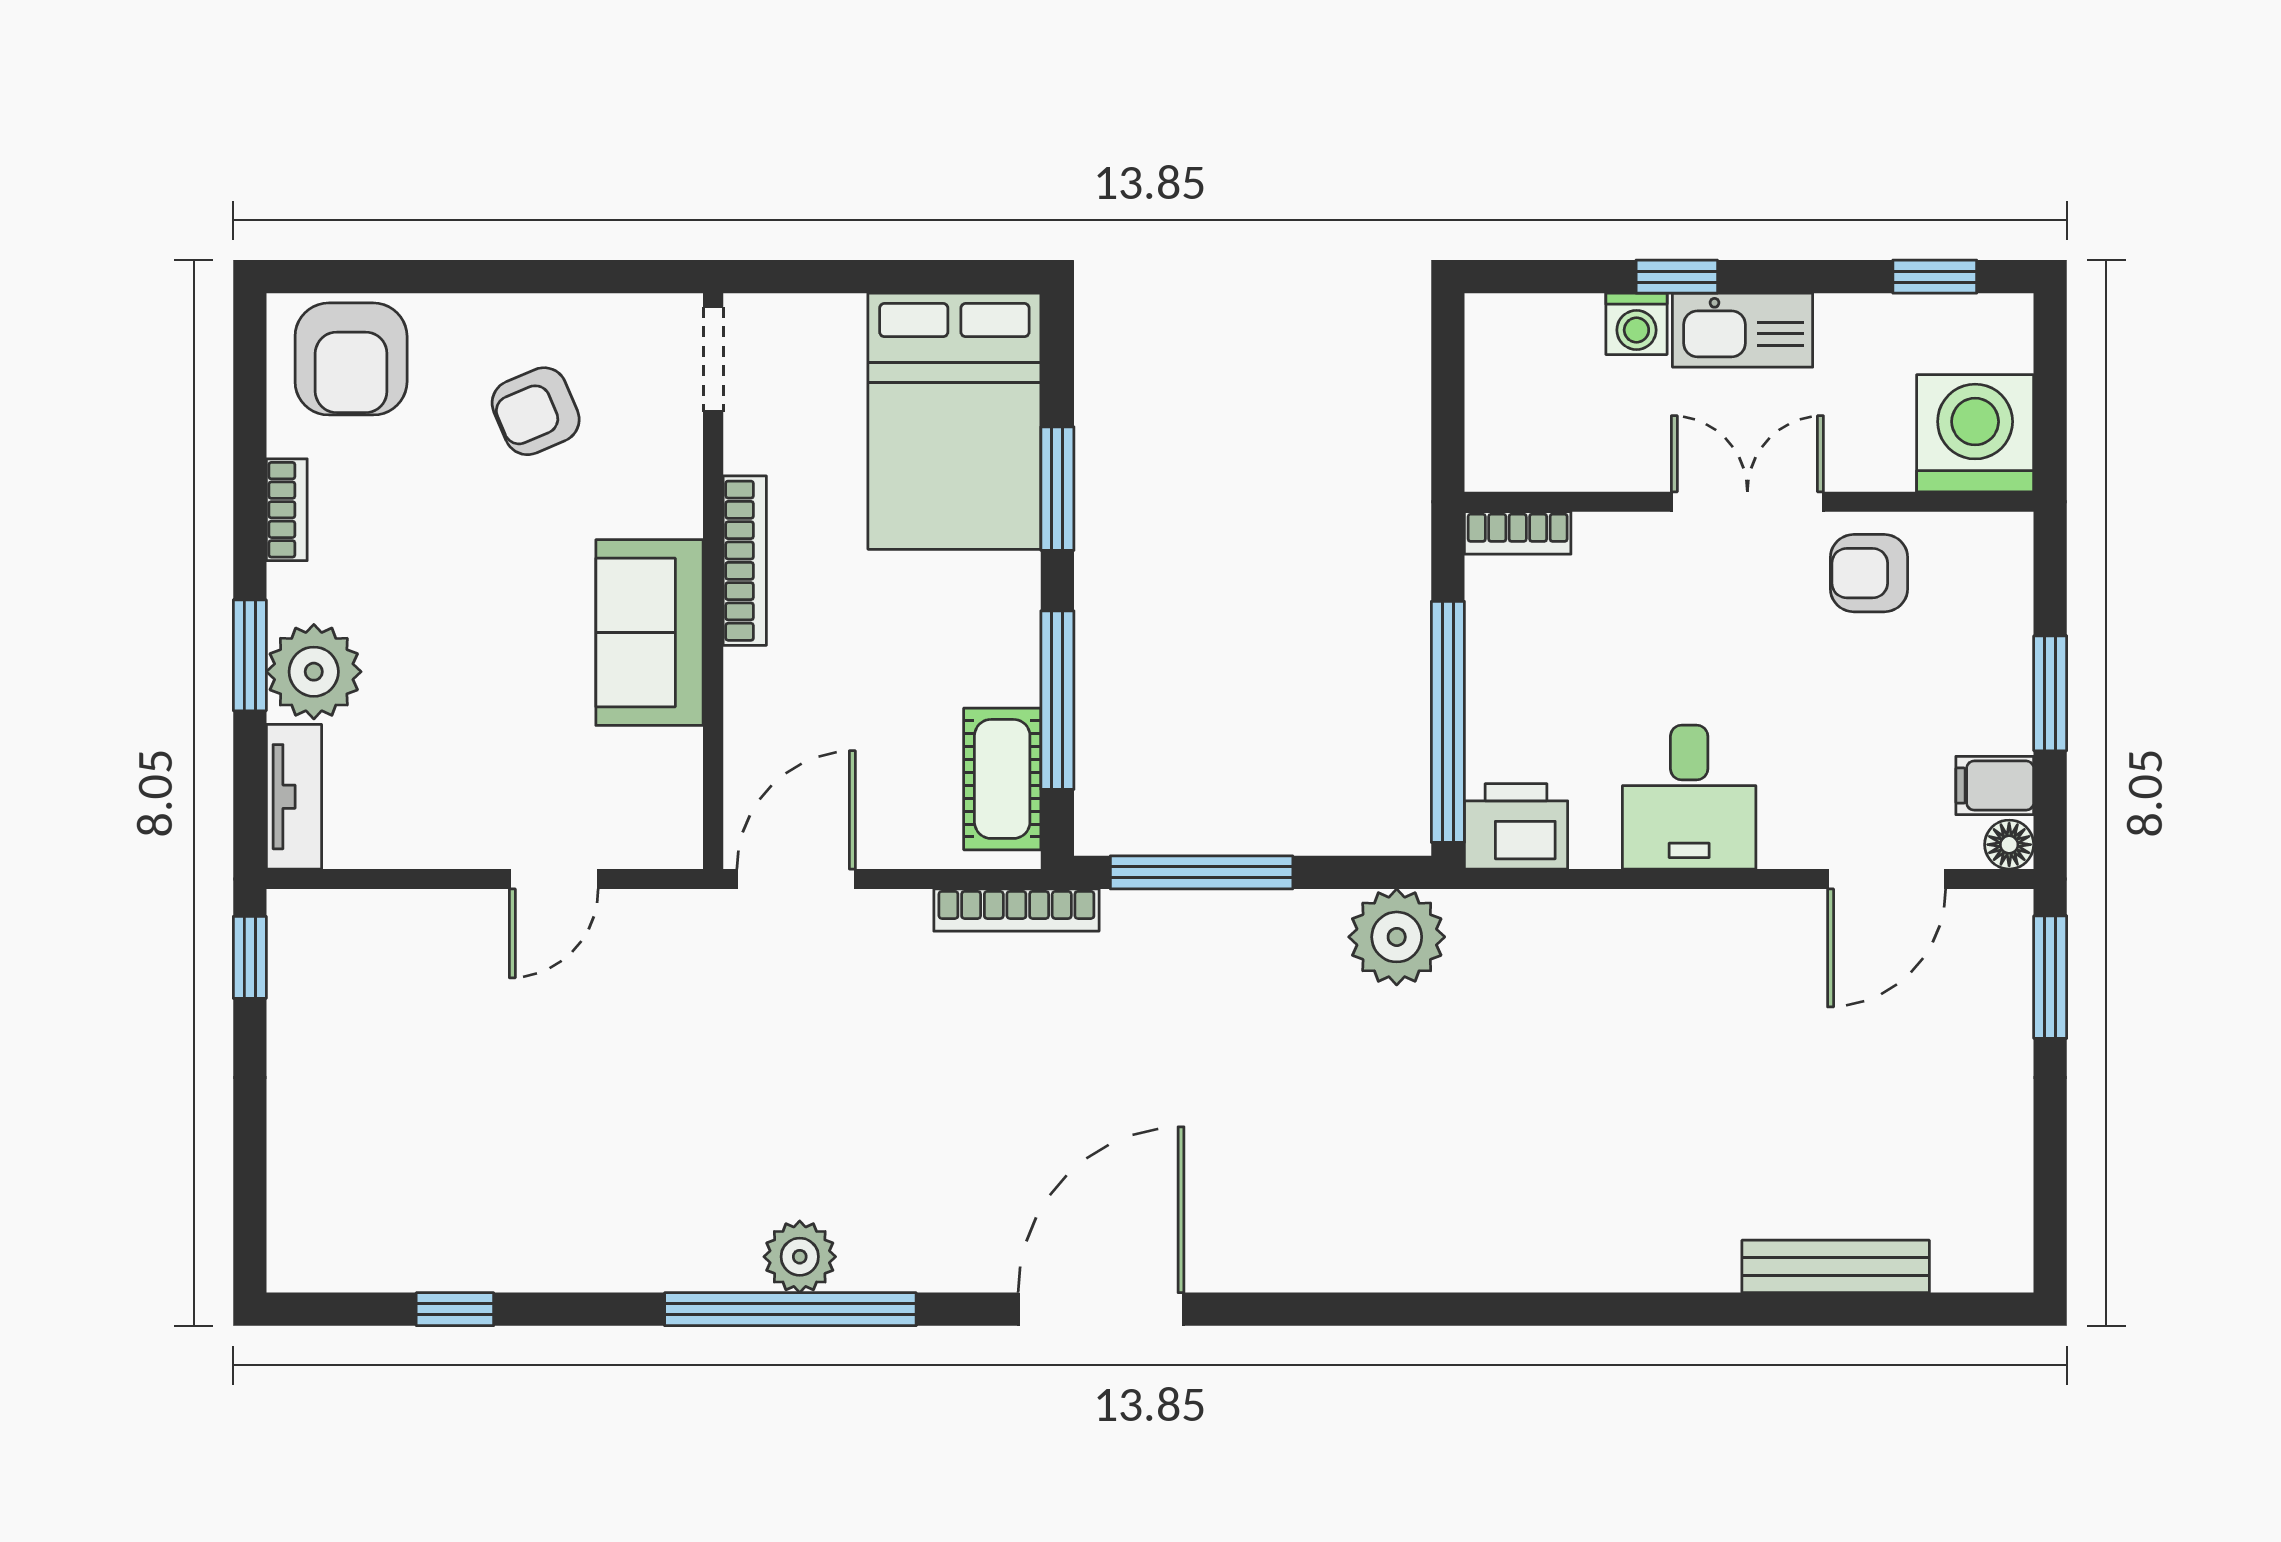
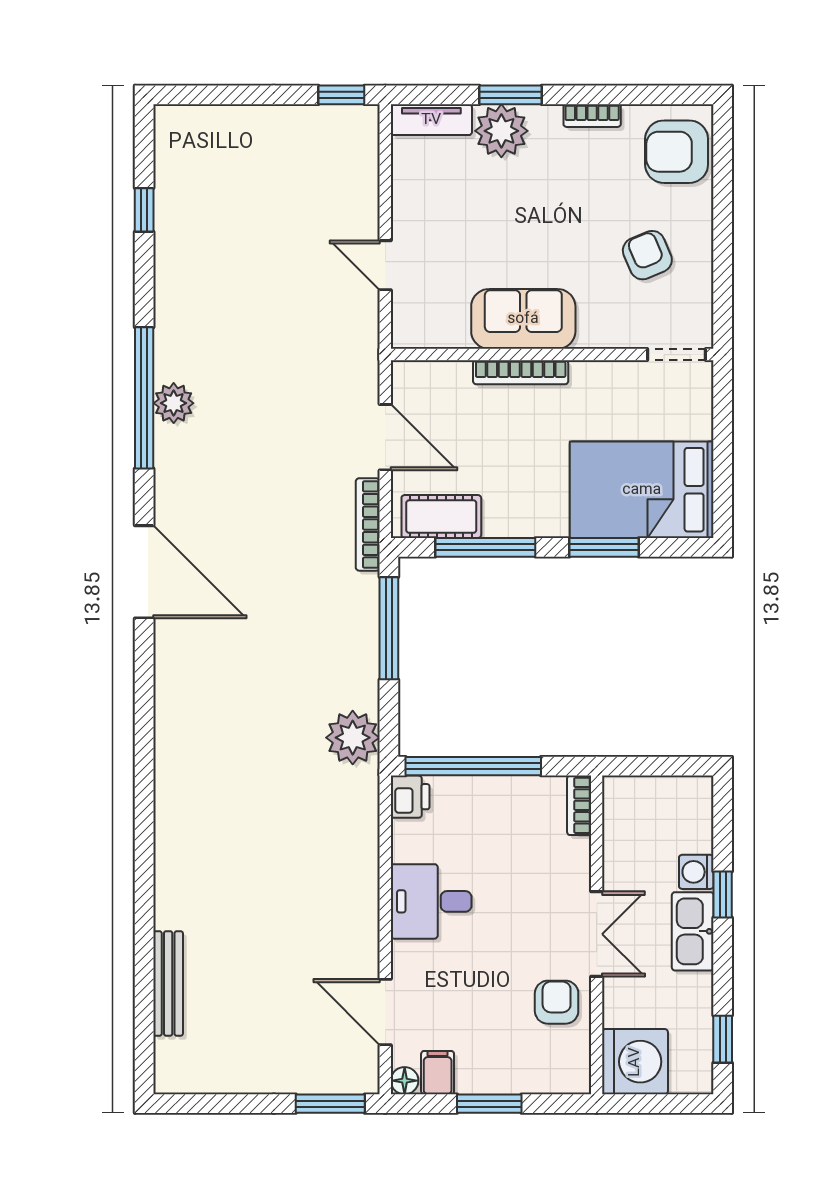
bookcase: (745, 561) -> (521, 372), moved
printer: (1516, 826) -> (410, 797), width x0.73, depth x0.81
door: (796, 879) -> (385, 437), moved

